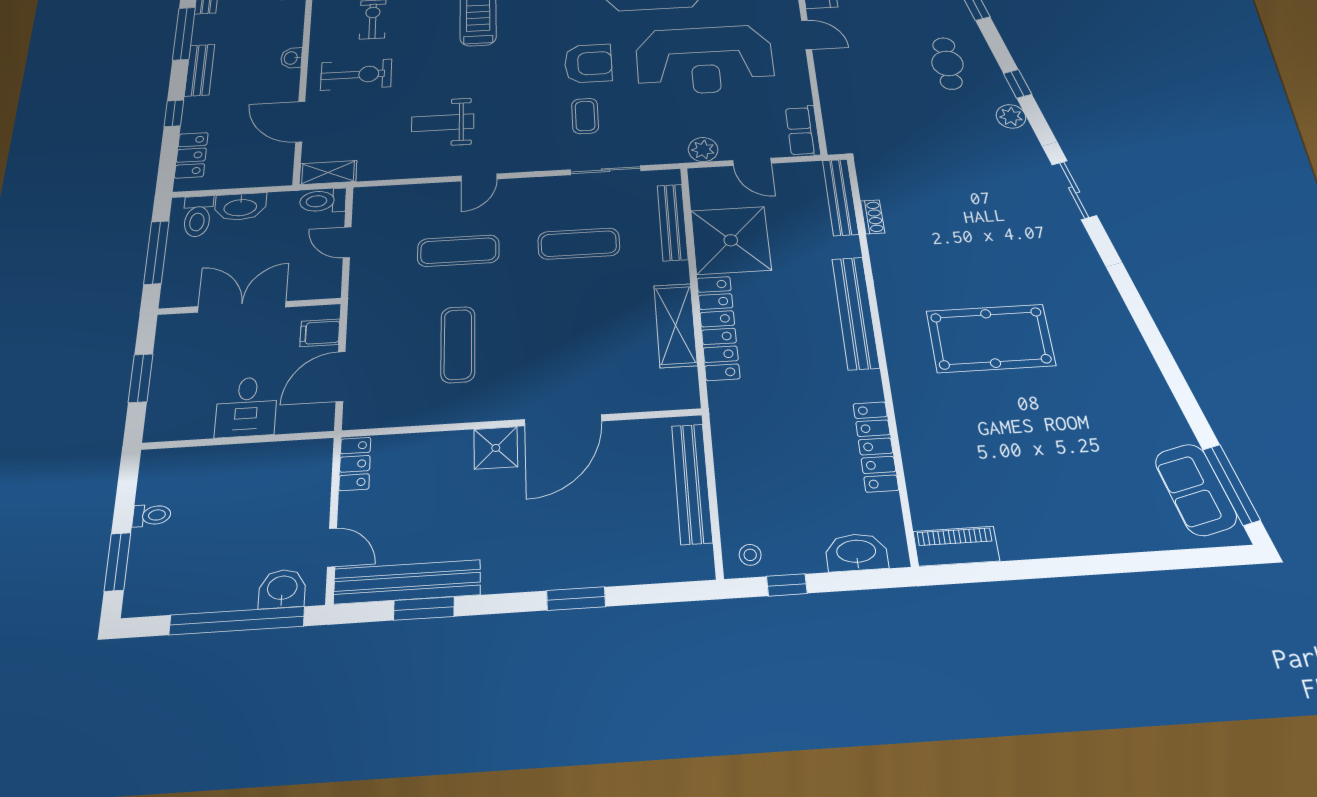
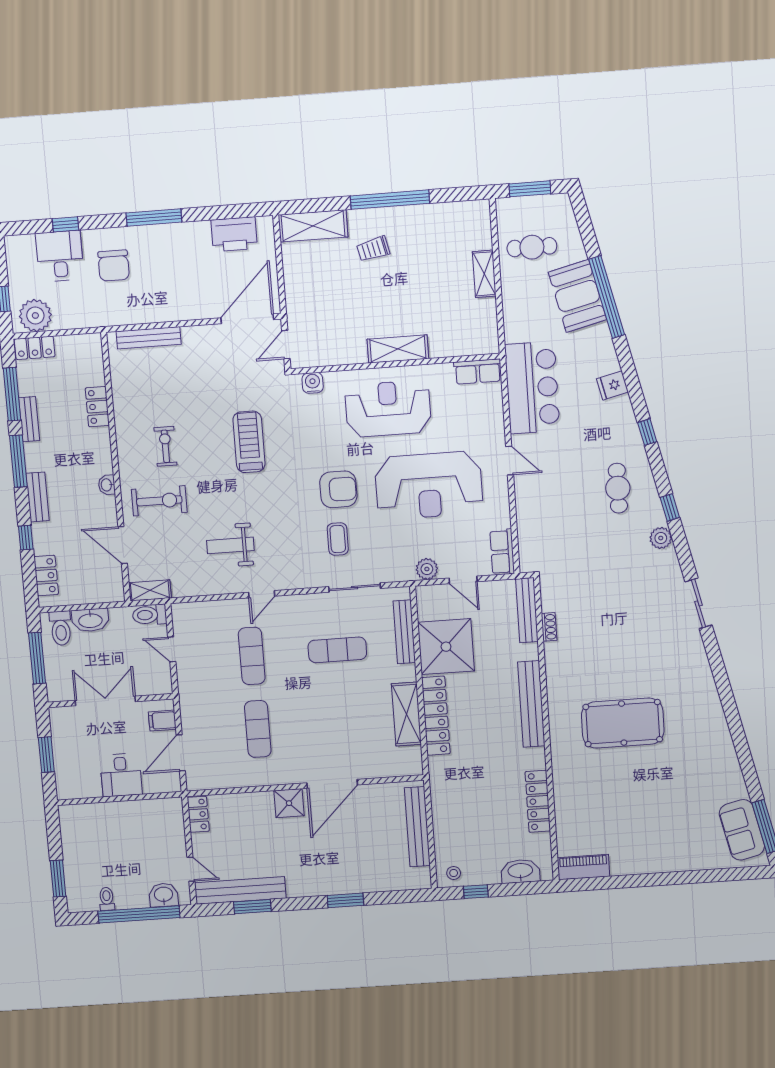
exercise mat: (458, 251) -> (252, 656), turned 90
toilet: (152, 515) -> (107, 899), moved, turned -90

